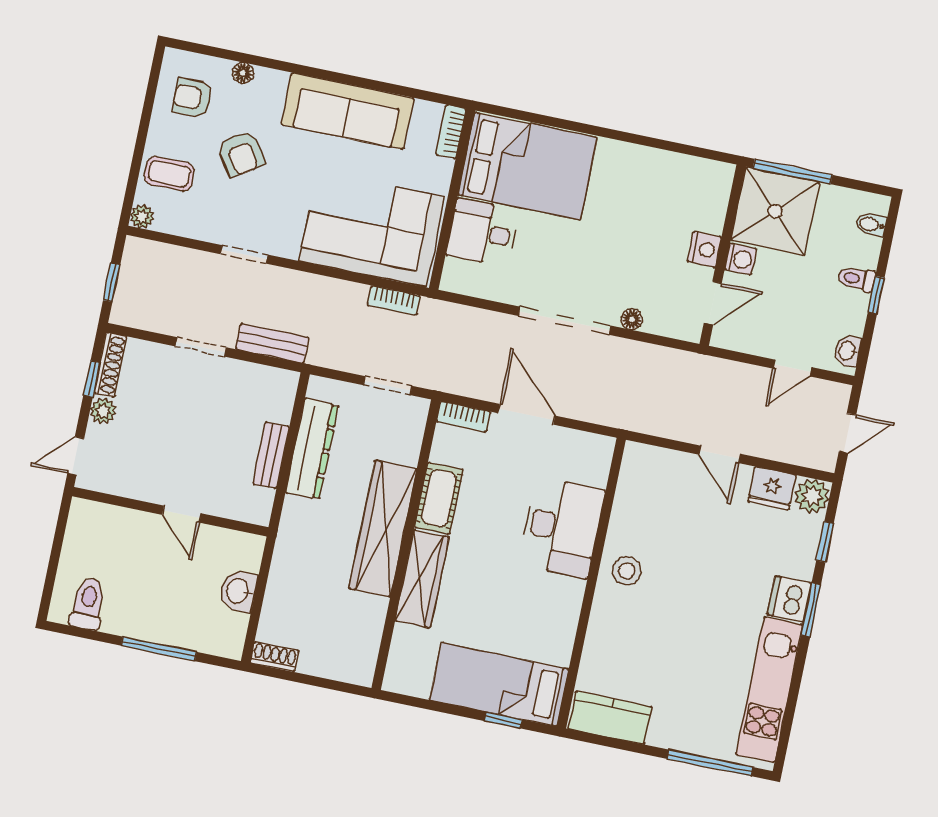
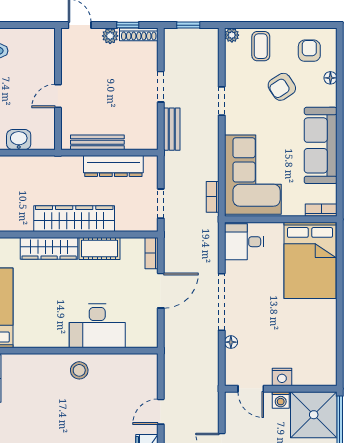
desk: (483, 233) -> (244, 242), moved, turned -90
bench: (271, 455) -> (97, 142), width x1.36

